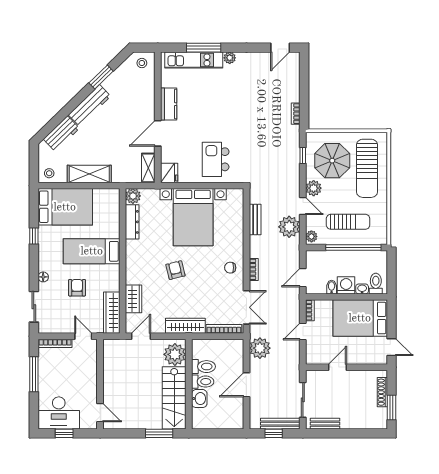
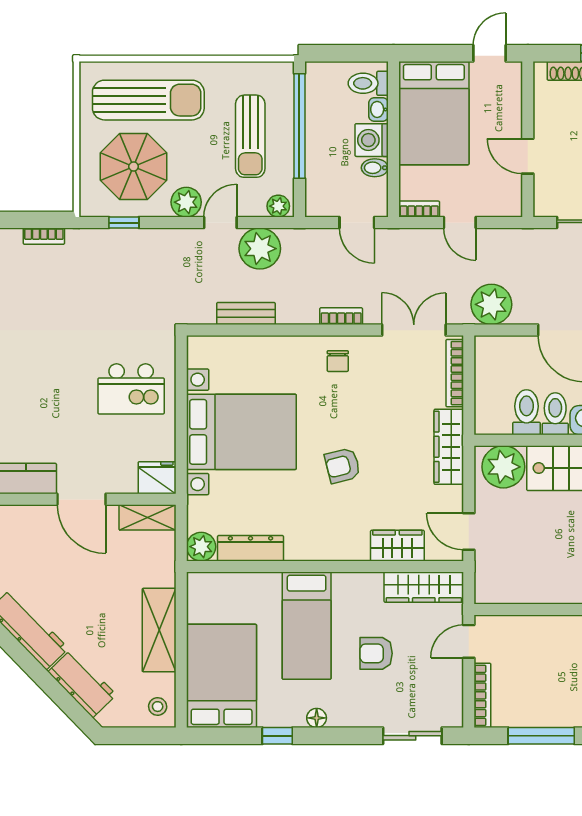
sun lounger: (348, 222) -> (250, 136), turned 180
floor lamp: (43, 277) -> (317, 718), moved

